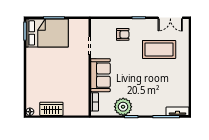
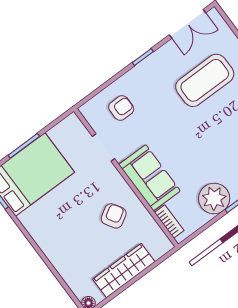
armchair: (123, 34) -> (121, 108), moved
armchair: (71, 80) -> (114, 216), added
wardrobe: (51, 109) -> (124, 271), width x1.50

